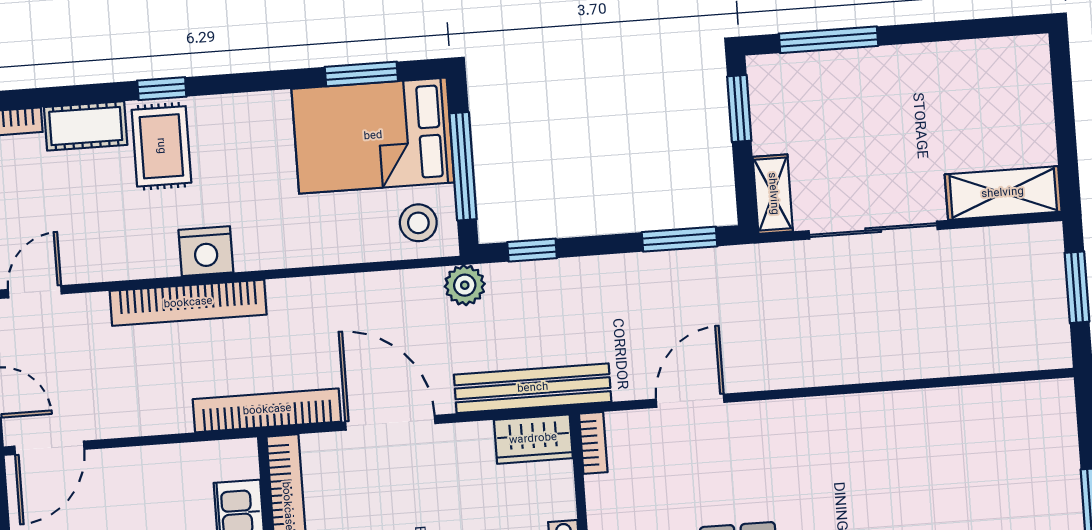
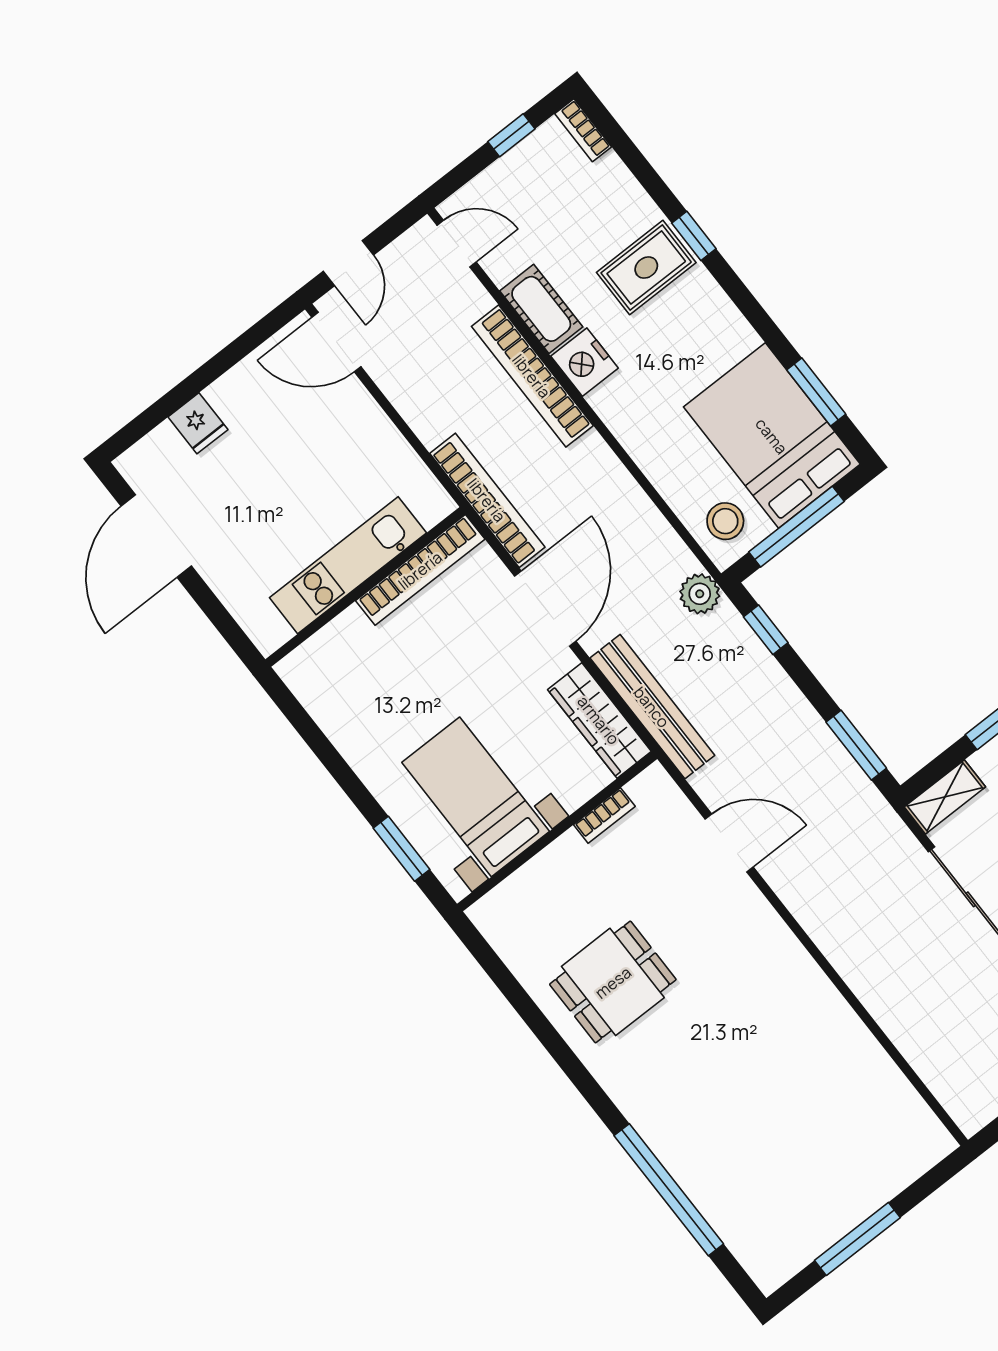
cot: (86, 126) -> (541, 309), moved
wardrobe: (533, 439) -> (599, 720), width x1.50
bookcase: (593, 443) -> (604, 816), moved

